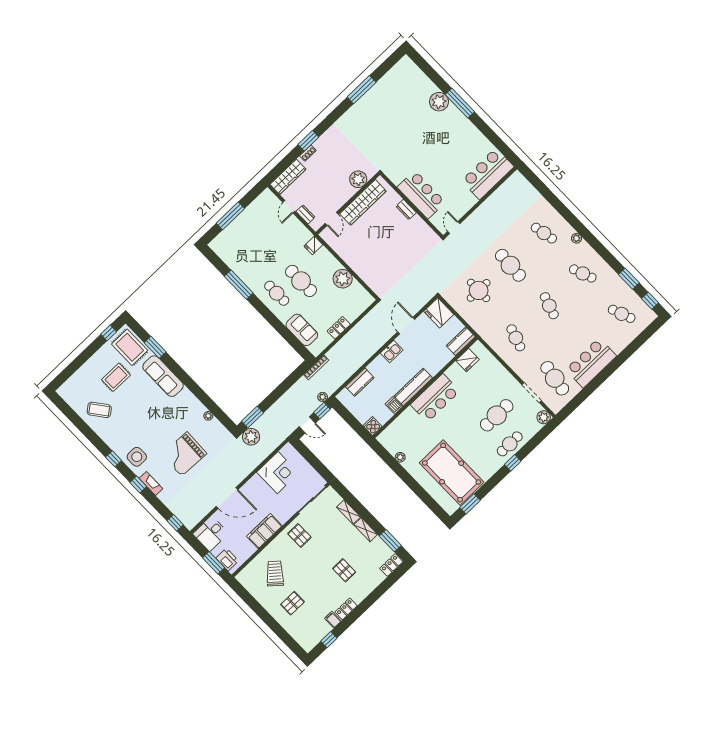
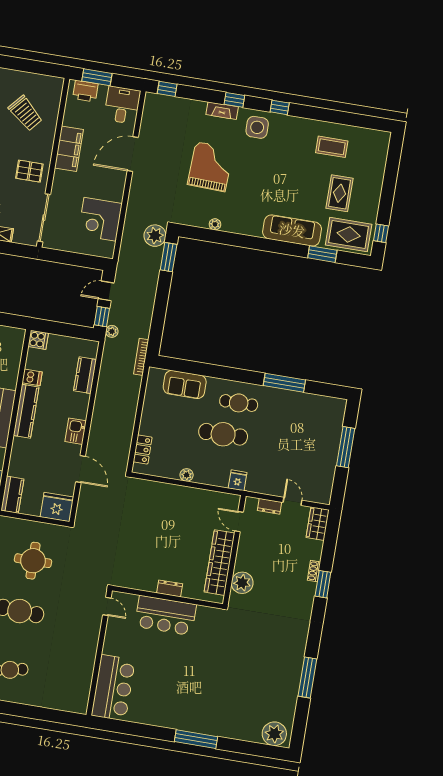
plant: (439, 102) -> (274, 734), moved
wardrobe: (288, 177) -> (318, 524), width x0.67
plant: (343, 279) -> (187, 475), width x0.53, depth x0.53
locker: (339, 328) -> (143, 449), moved
coffee table: (99, 410) -> (332, 147), turned 37

